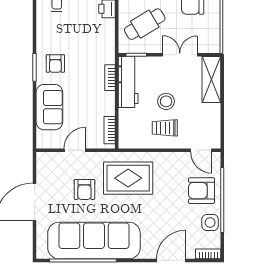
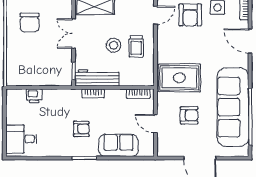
cafe table: (145, 24) -> (47, 64), removed
armchair: (55, 64) -> (81, 129), moved
rug: (128, 178) -> (179, 78), turned 90

